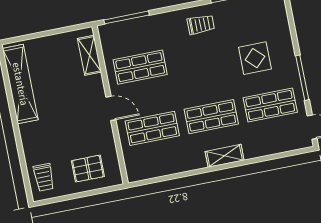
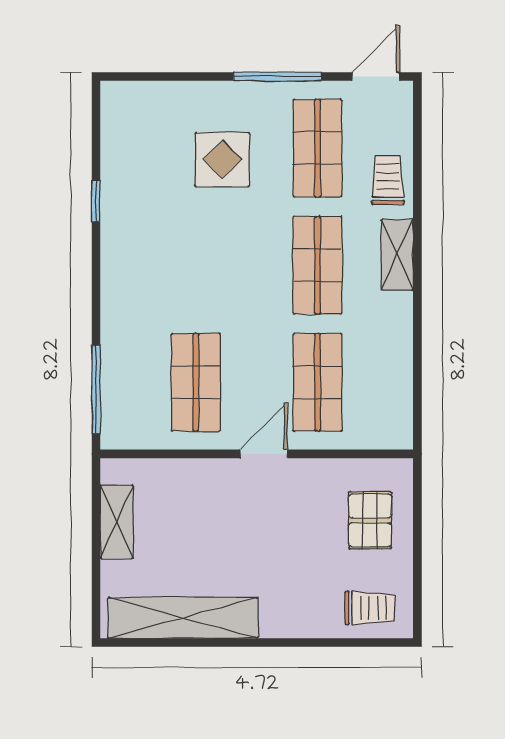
trolley: (201, 25) -> (388, 180), moved
shelving: (89, 55) -> (117, 522), moved, turned 90

